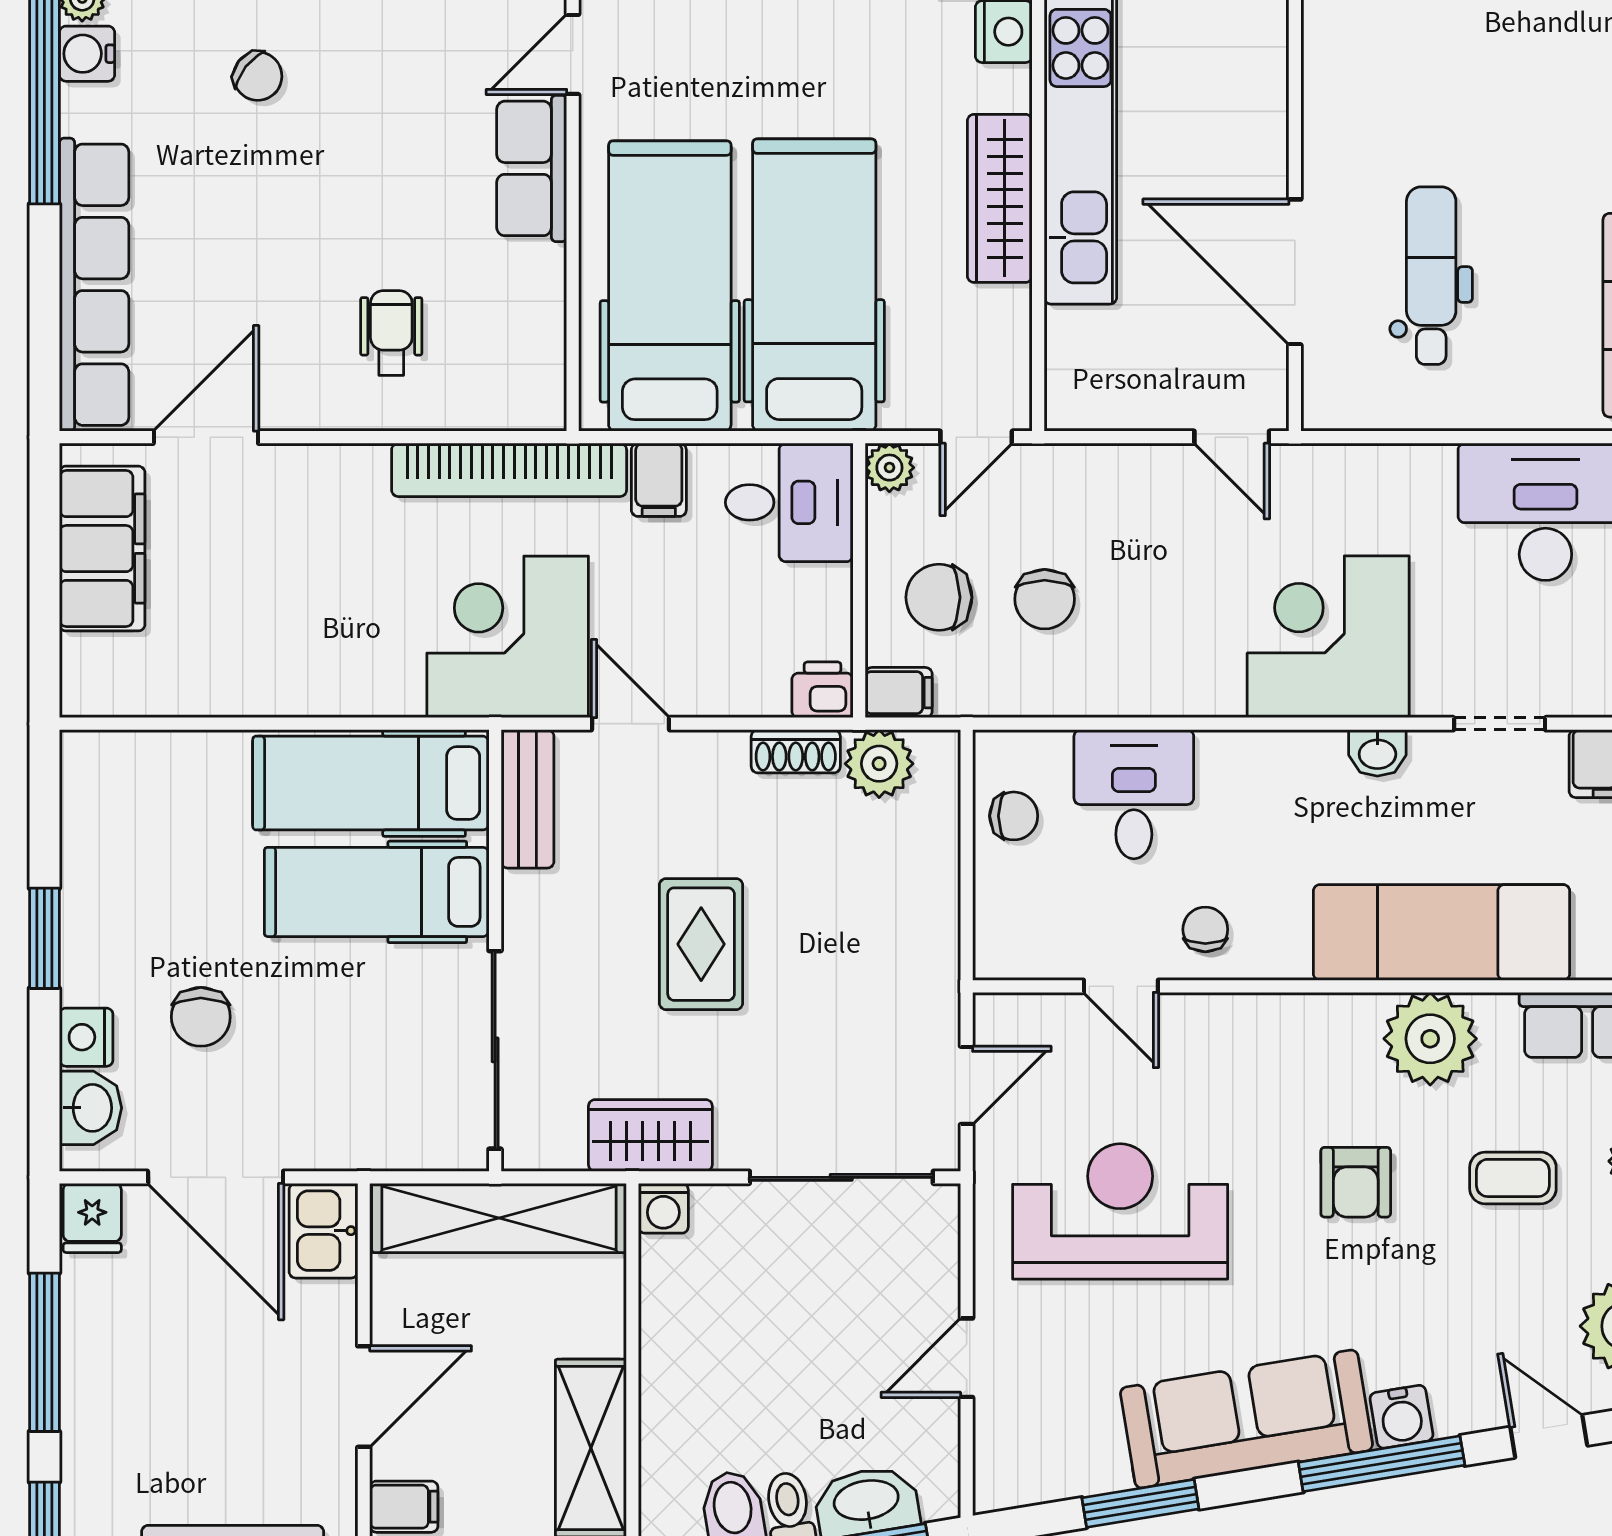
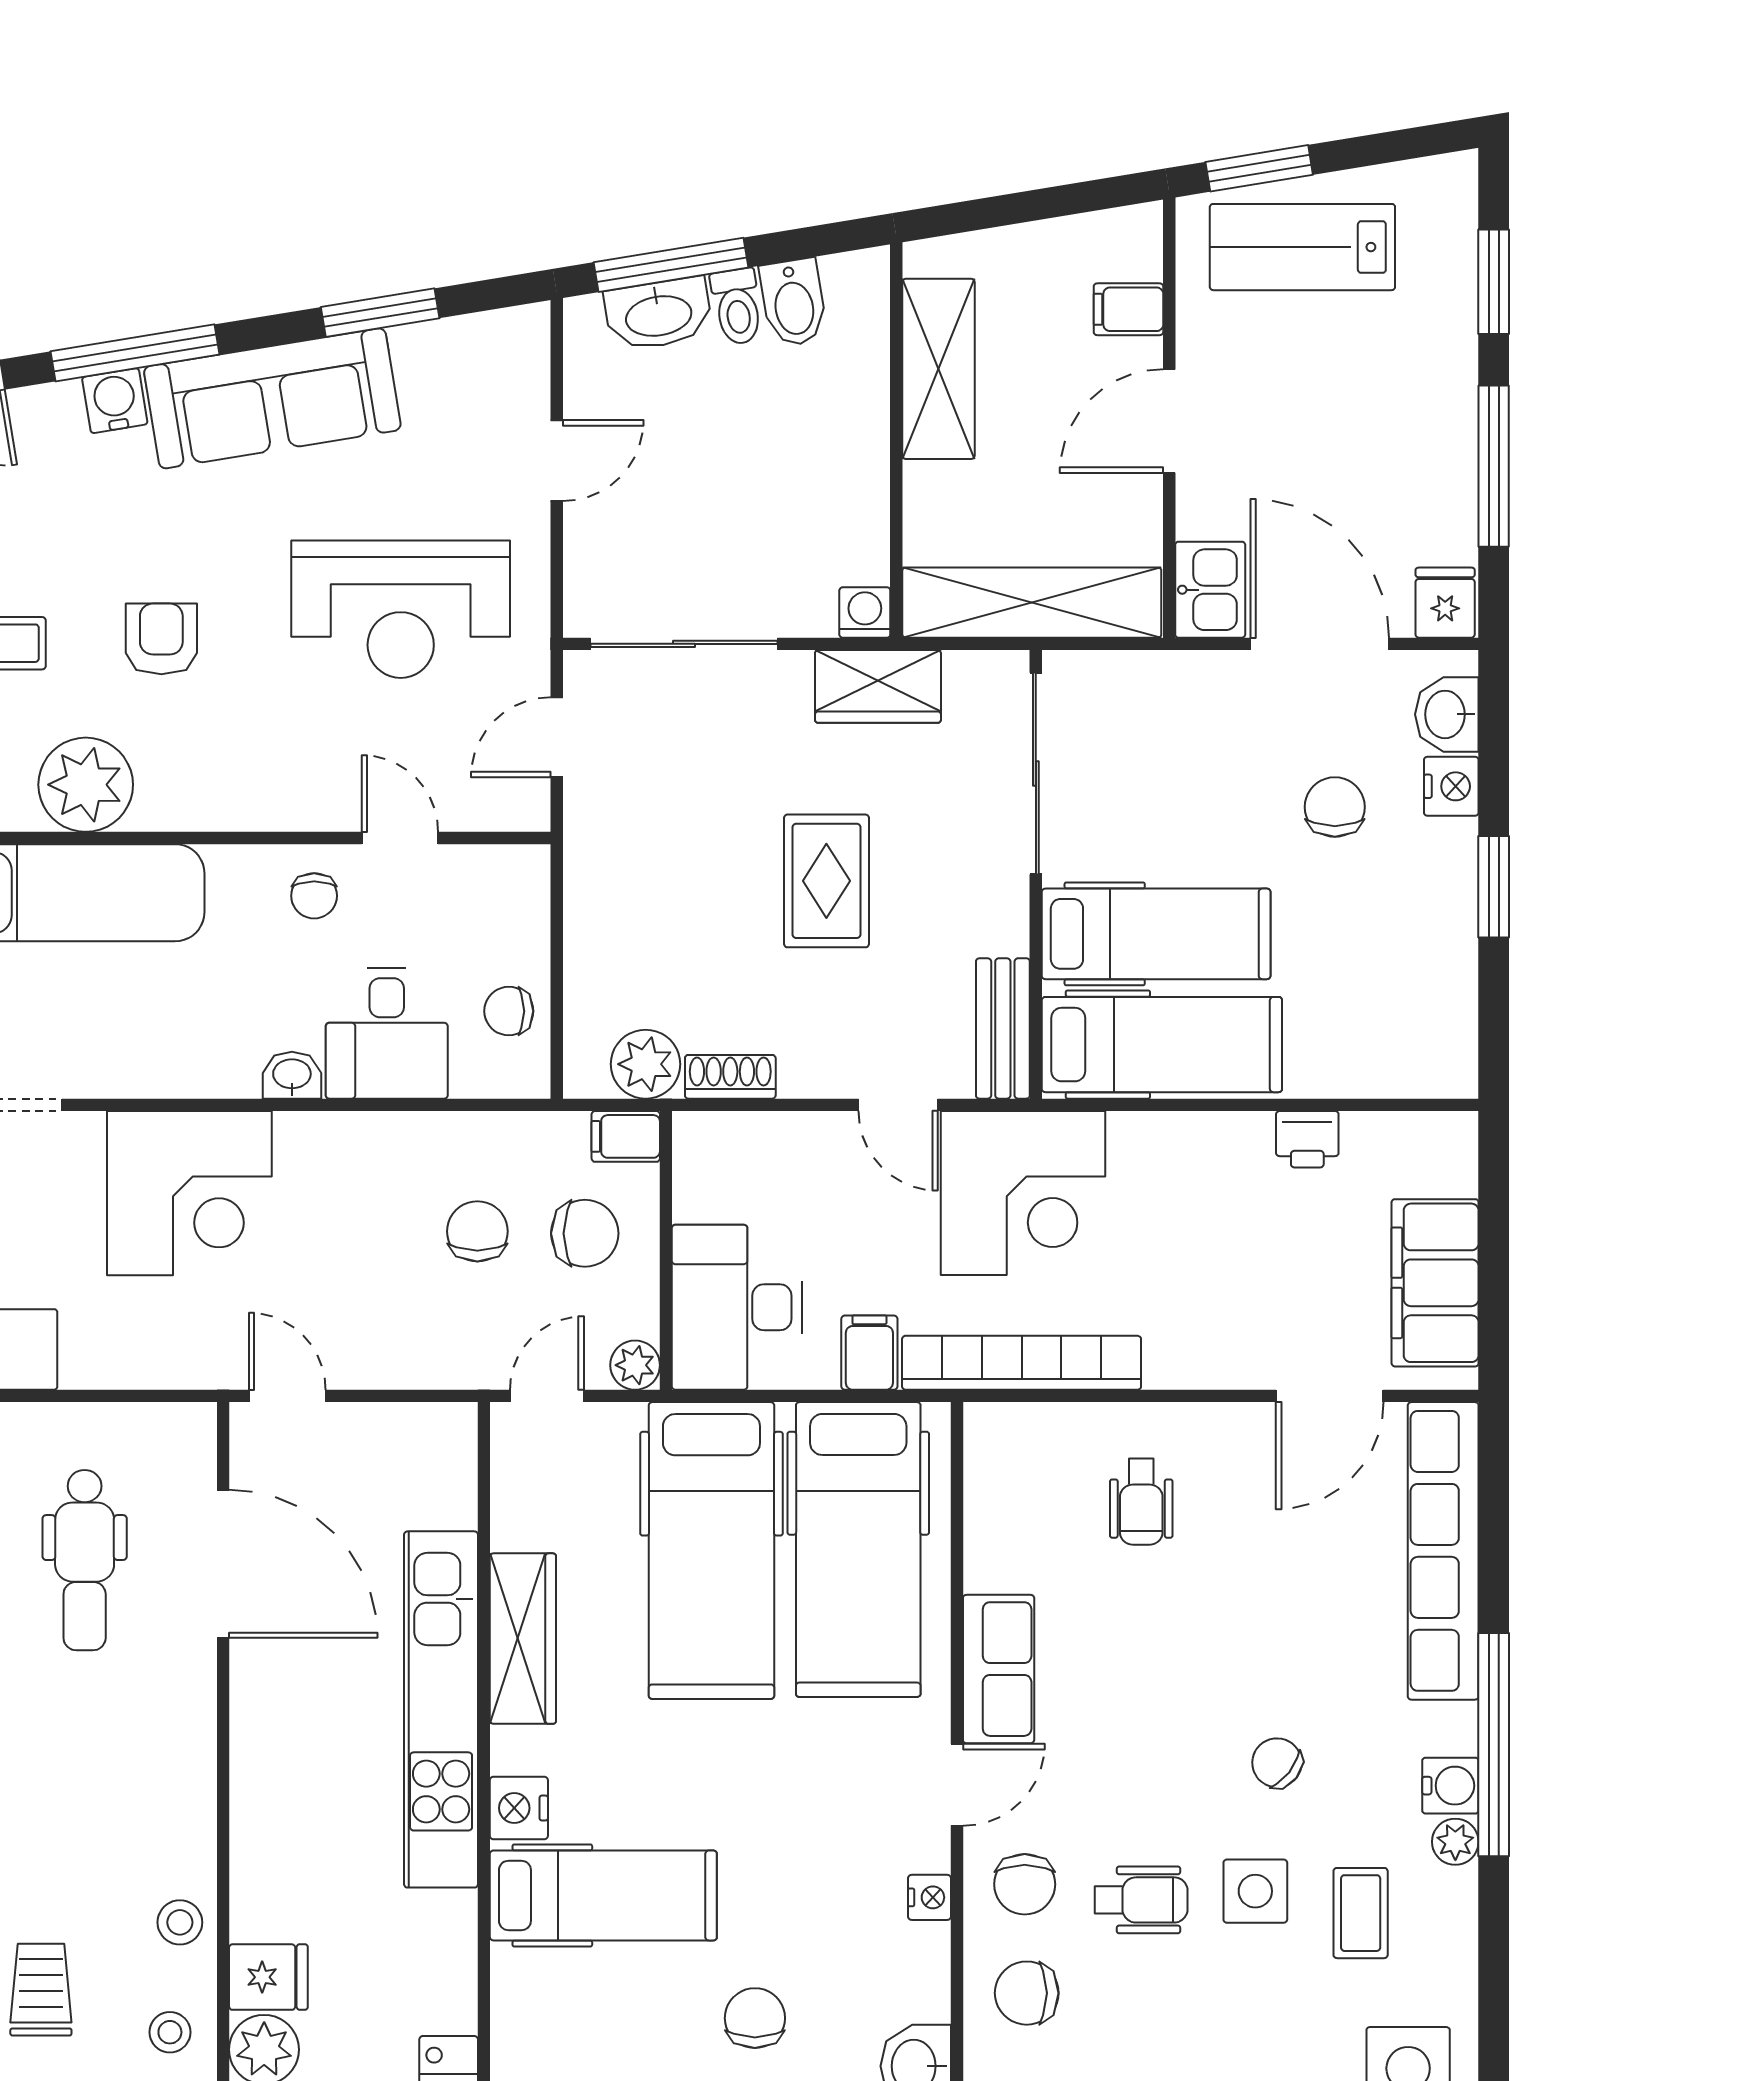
desk: (789, 502) -> (737, 1307), width x1.37
printer: (822, 690) -> (1307, 1139), moved
washbasin: (1377, 753) -> (292, 1075), moved

